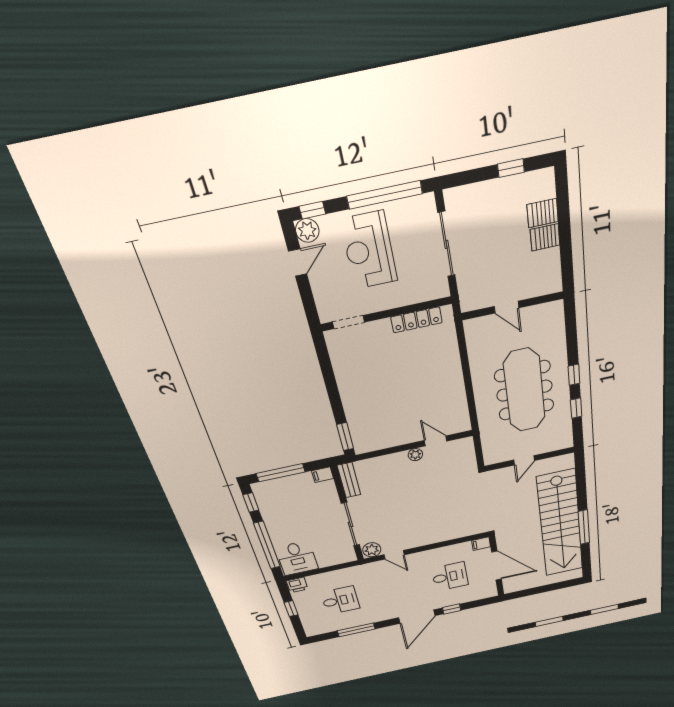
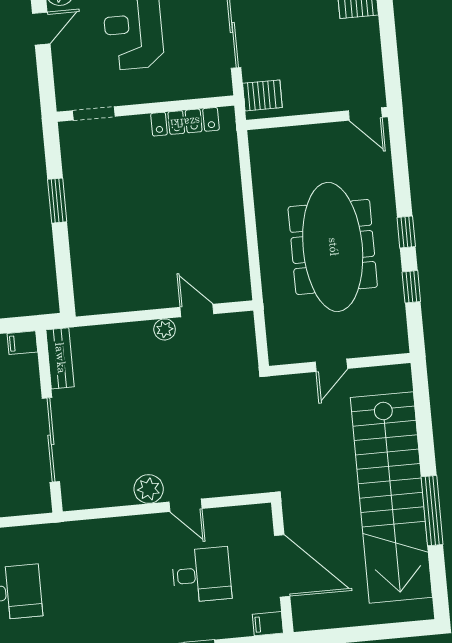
server rack: (545, 237) -> (262, 95), moved, turned 180
door: (507, 307) -> (365, 114), moved
window: (345, 437) -> (57, 201), moved
filing cabinet: (481, 544) -> (268, 624), moved
plant: (372, 550) -> (149, 489), moved
door: (394, 555) -> (185, 505), moved

